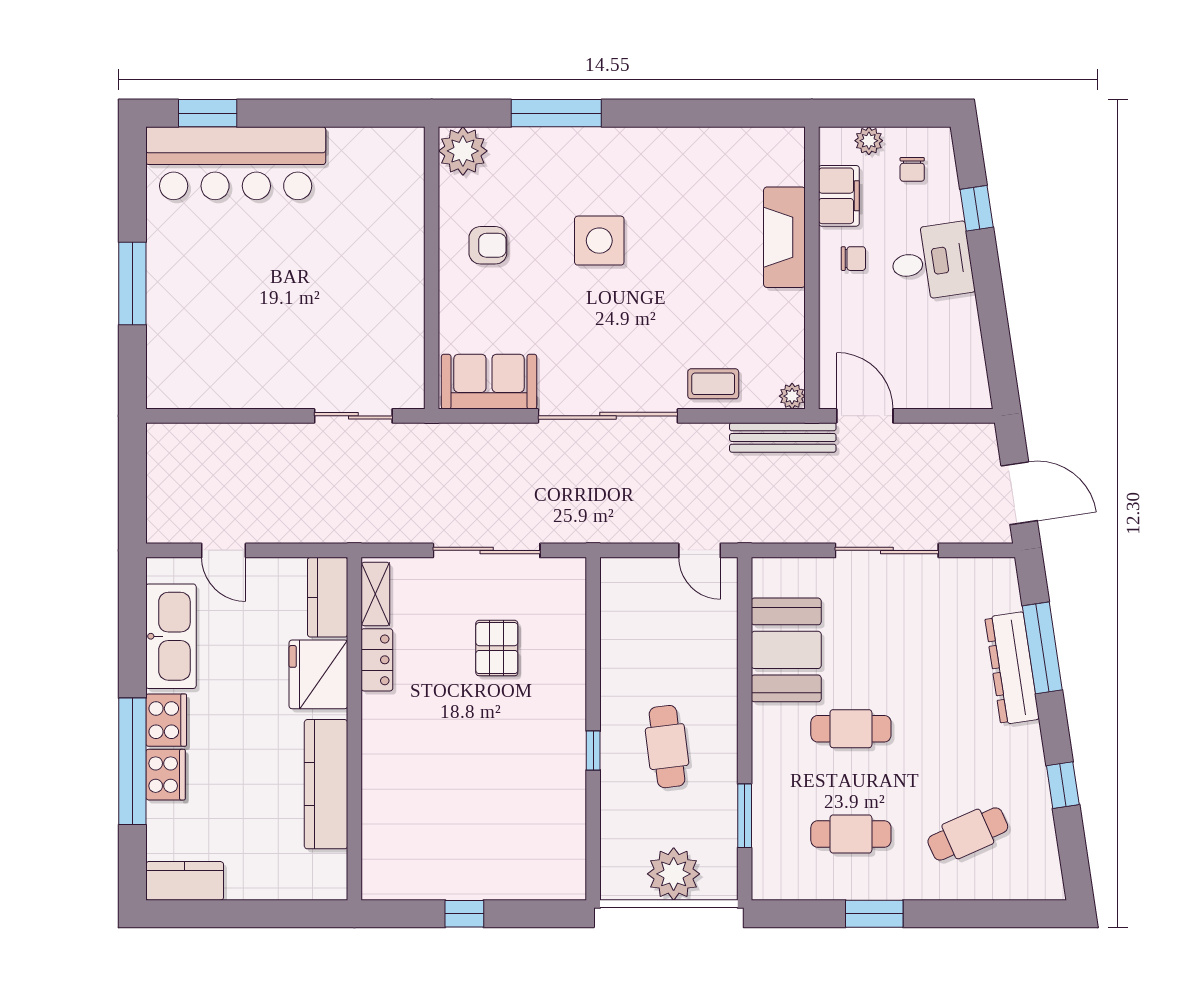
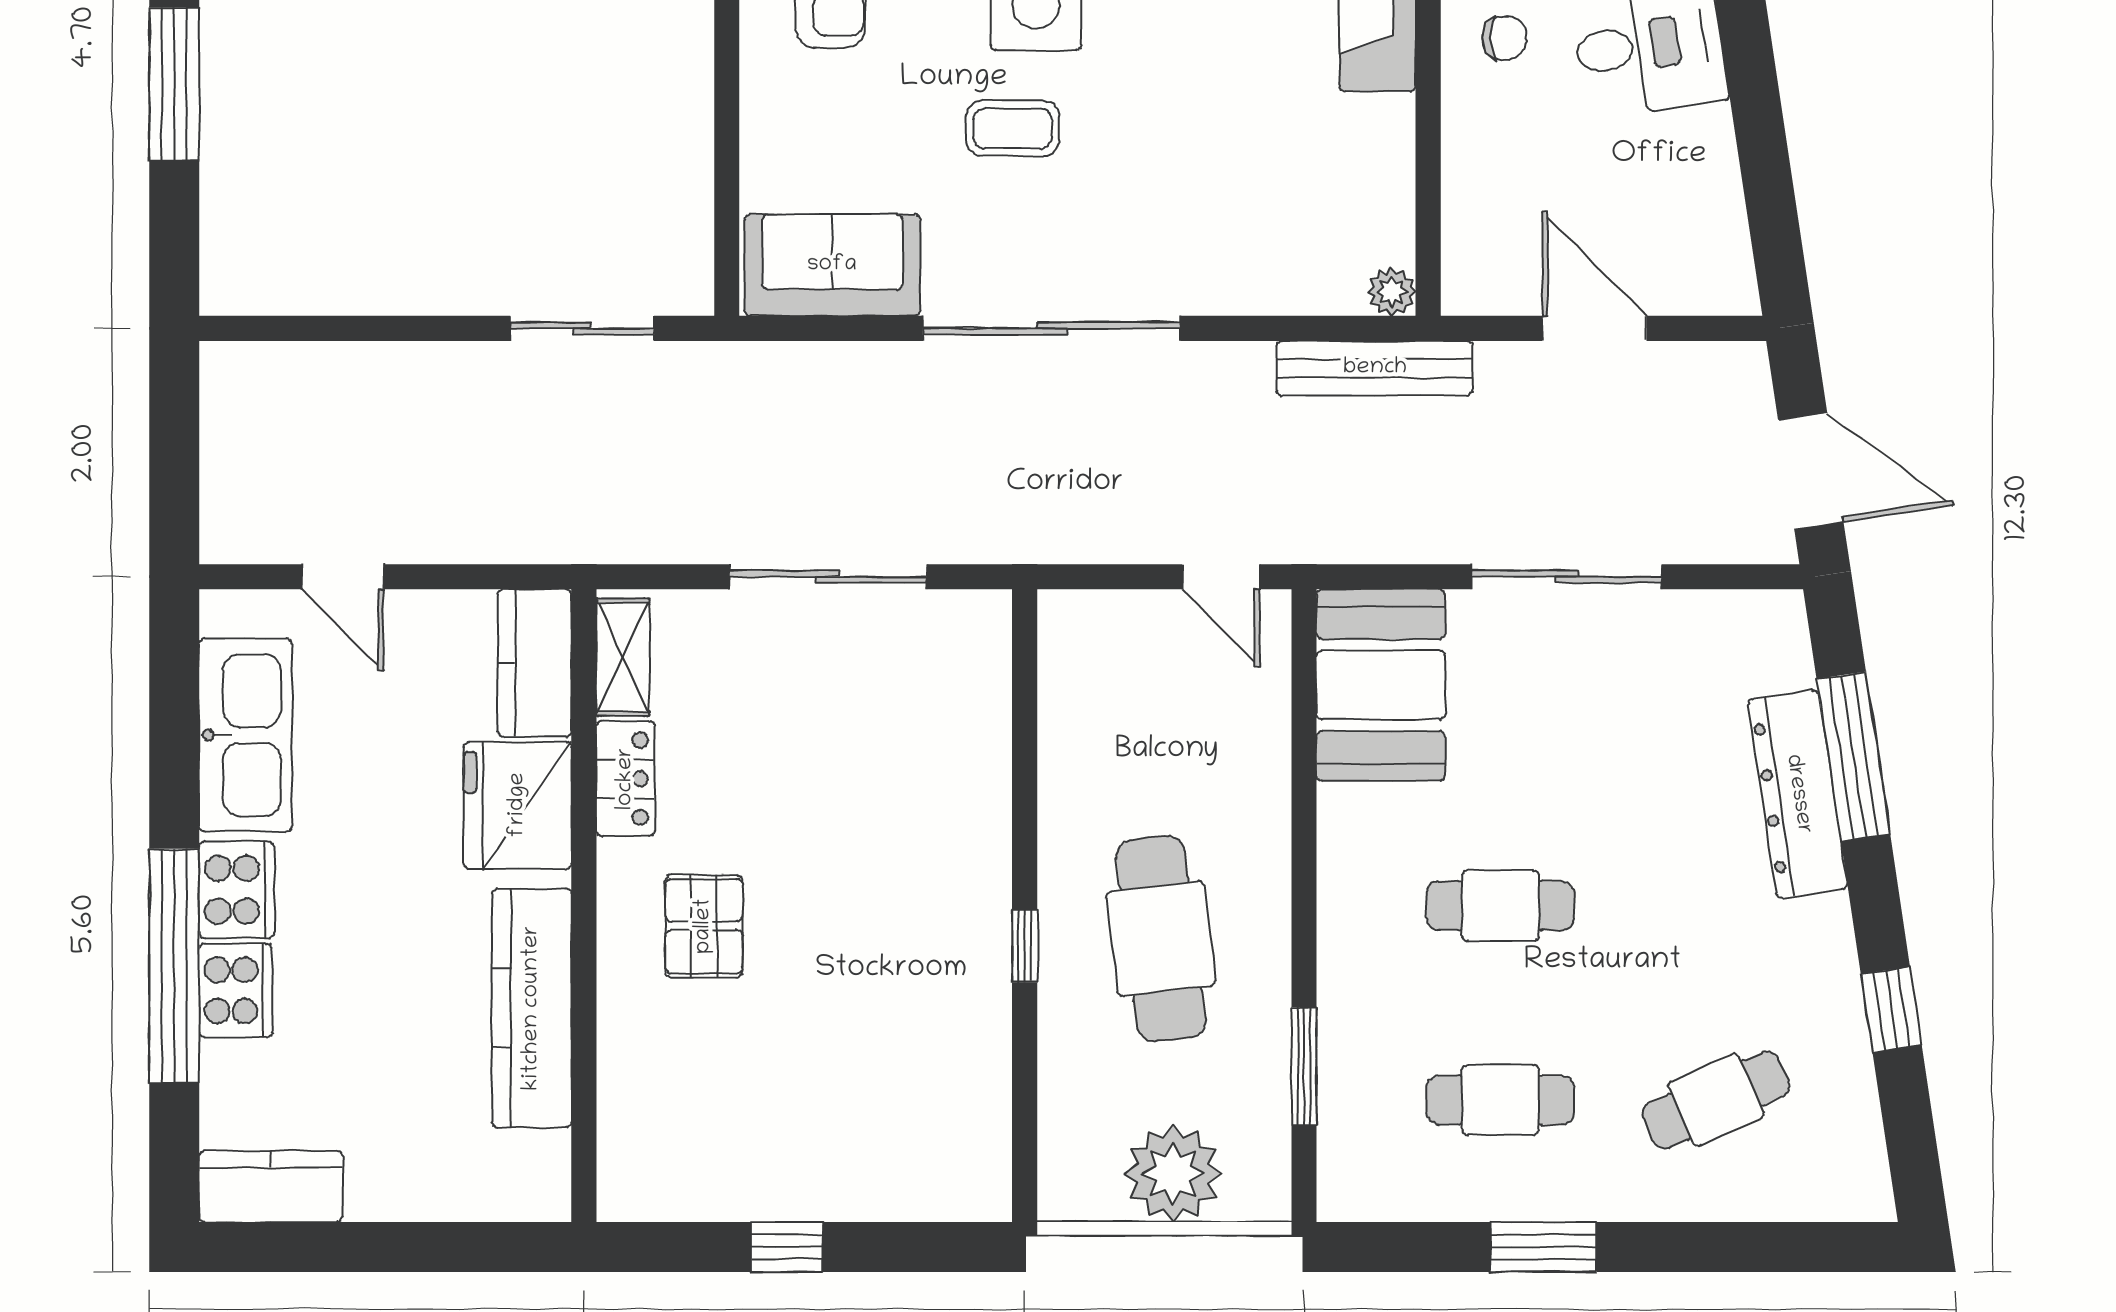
coffee table: (713, 384) -> (1013, 128), moved
door: (865, 416) -> (1594, 328), moved
pallet: (497, 648) -> (704, 926), moved
booth: (786, 650) -> (1381, 685), moved
cafe table: (667, 747) -> (1161, 939), width x1.37, depth x1.35

